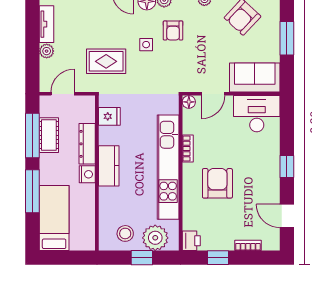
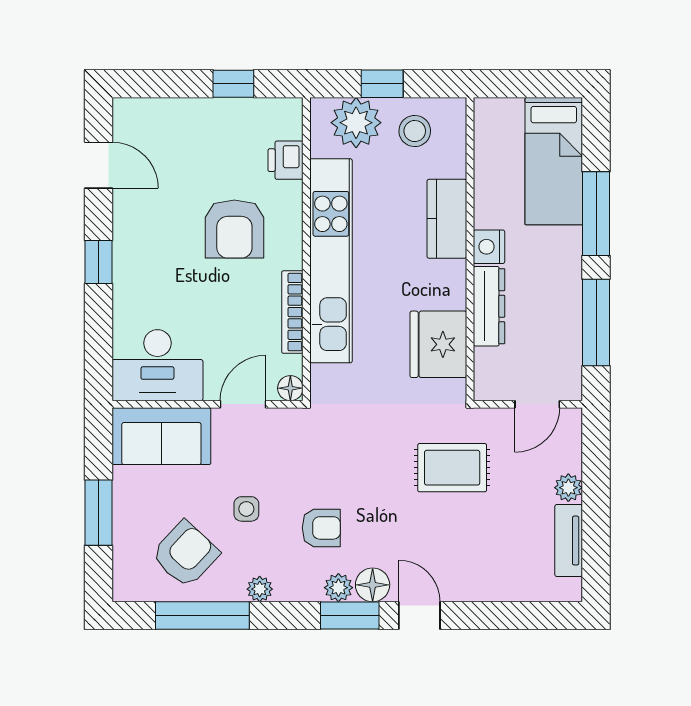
armchair: (173, 30) -> (321, 528), turned 90
side table: (146, 45) -> (246, 509), moved
fridge: (109, 116) -> (438, 344), width x1.88, depth x1.34
cot: (49, 135) -> (564, 324), removed
bookcase: (188, 149) -> (292, 312), width x1.56
kitchen counter: (109, 166) -> (447, 219), moved
printer: (191, 241) -> (286, 160), moved
bookcase: (248, 245) -> (175, 108), removed

